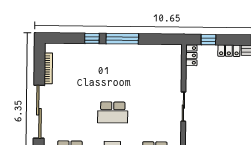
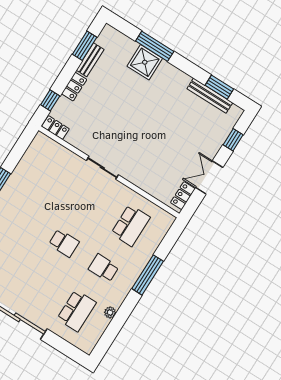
school desk: (113, 112) -> (64, 243), width x0.54

